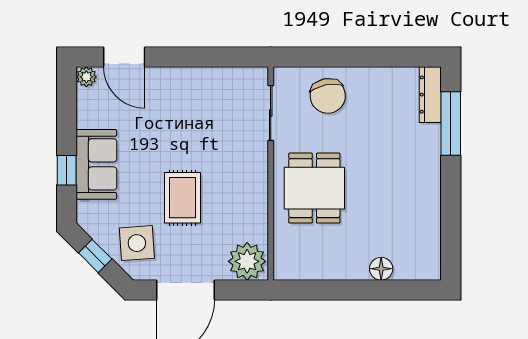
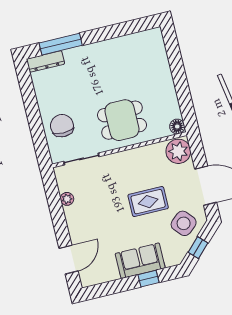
plant: (86, 77) -> (67, 199), moved
chair: (328, 96) -> (62, 126), turned -79
side table: (137, 243) -> (184, 223), turned -37
floor lamp: (381, 269) -> (177, 127), moved

